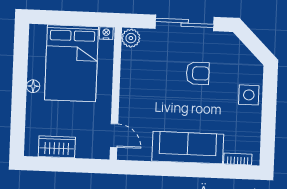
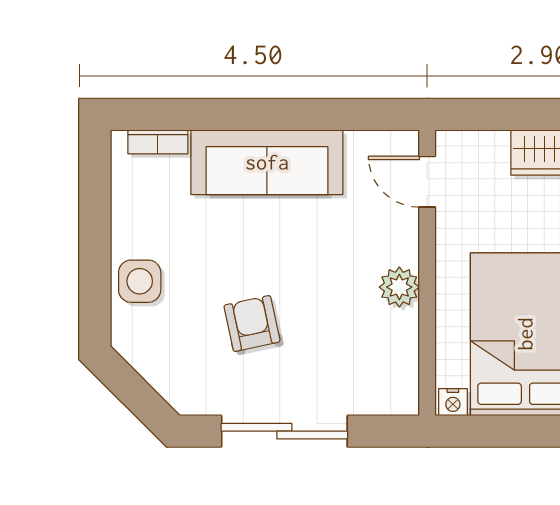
plant: (131, 38) -> (399, 287), moved
armchair: (198, 73) -> (252, 323), turned 78

